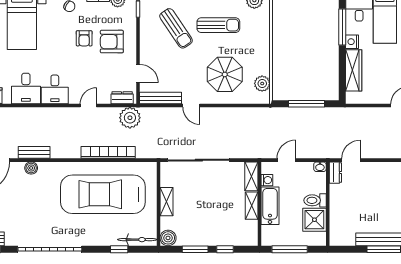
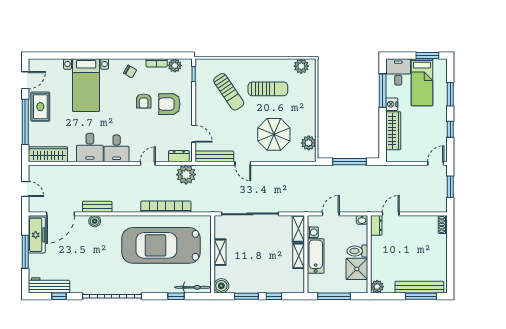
plant: (336, 239) -> (377, 287), added

